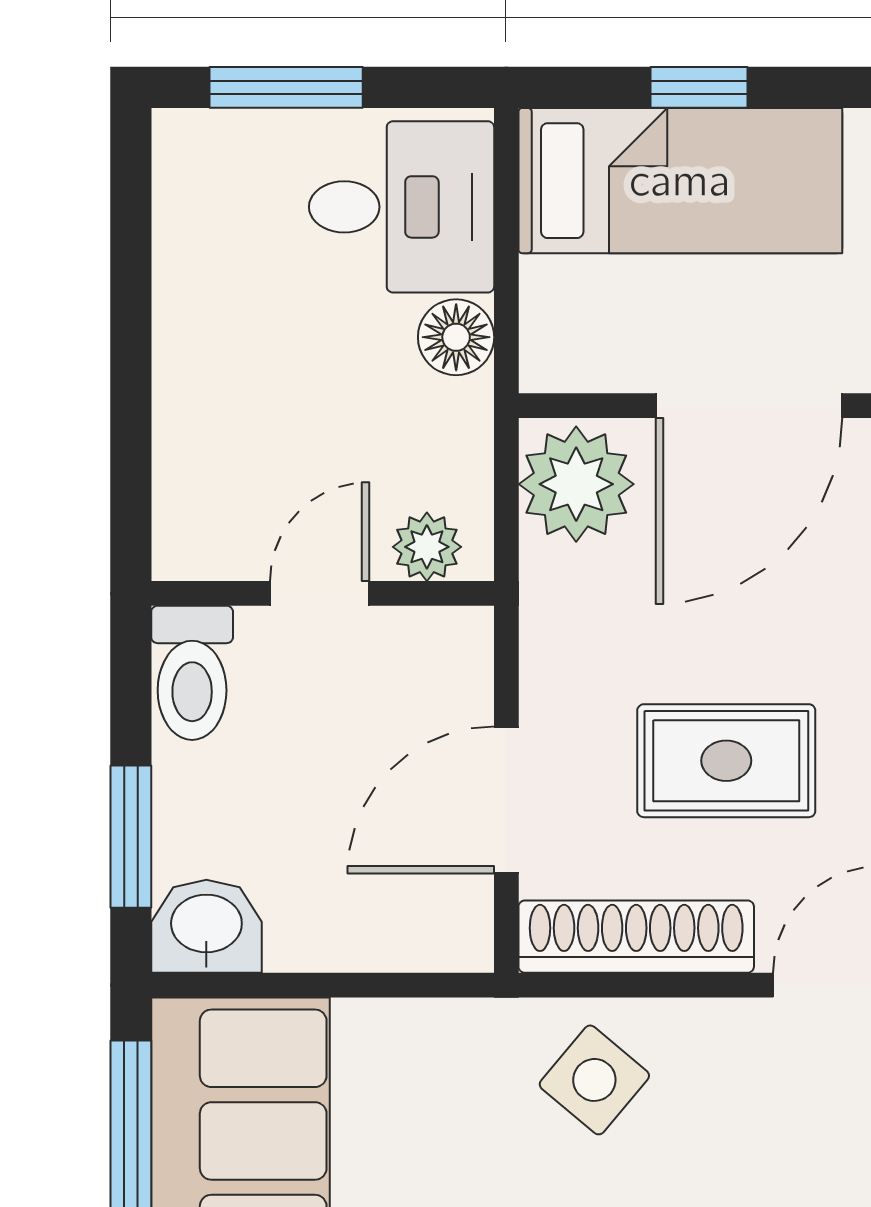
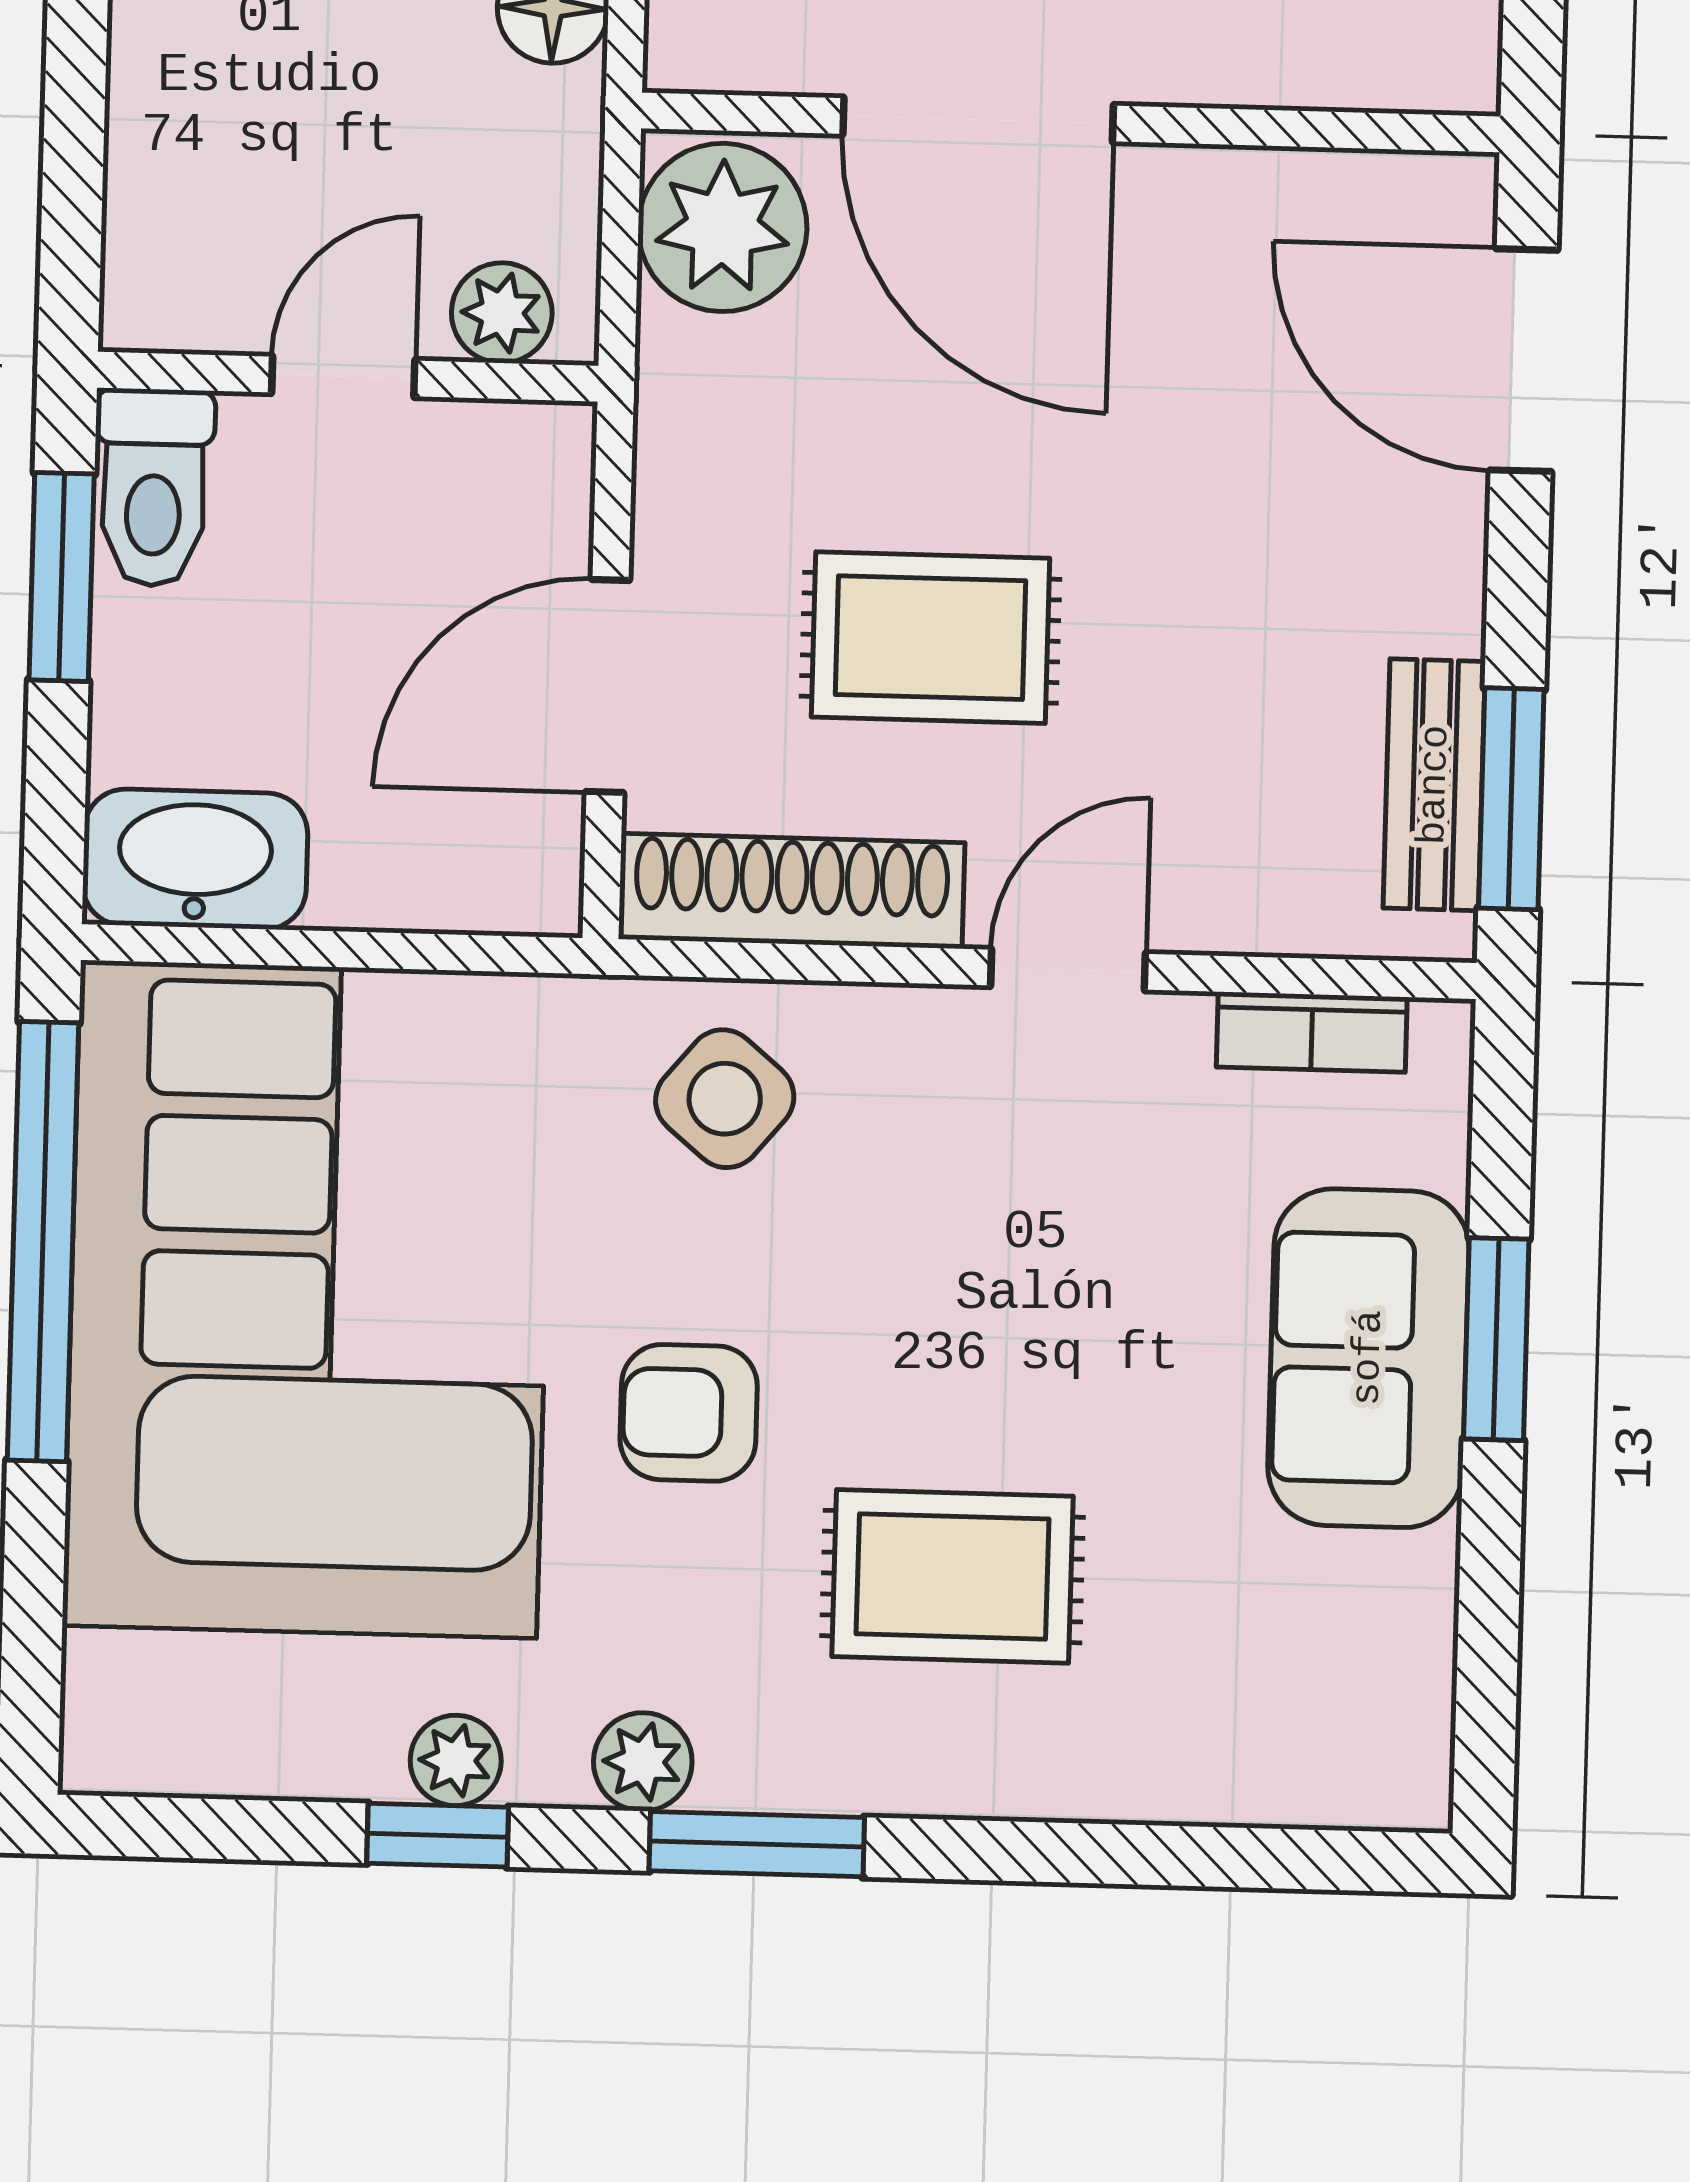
door: (749, 406) -> (978, 120), hinge flipped
window: (131, 837) -> (62, 577), moved
washbasin: (206, 926) -> (195, 859), width x1.38

